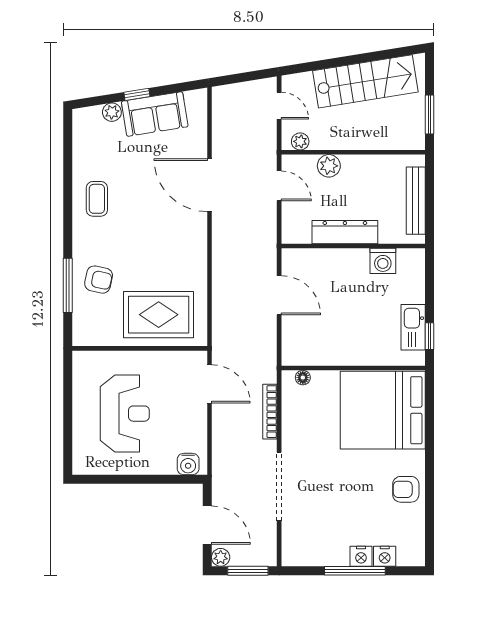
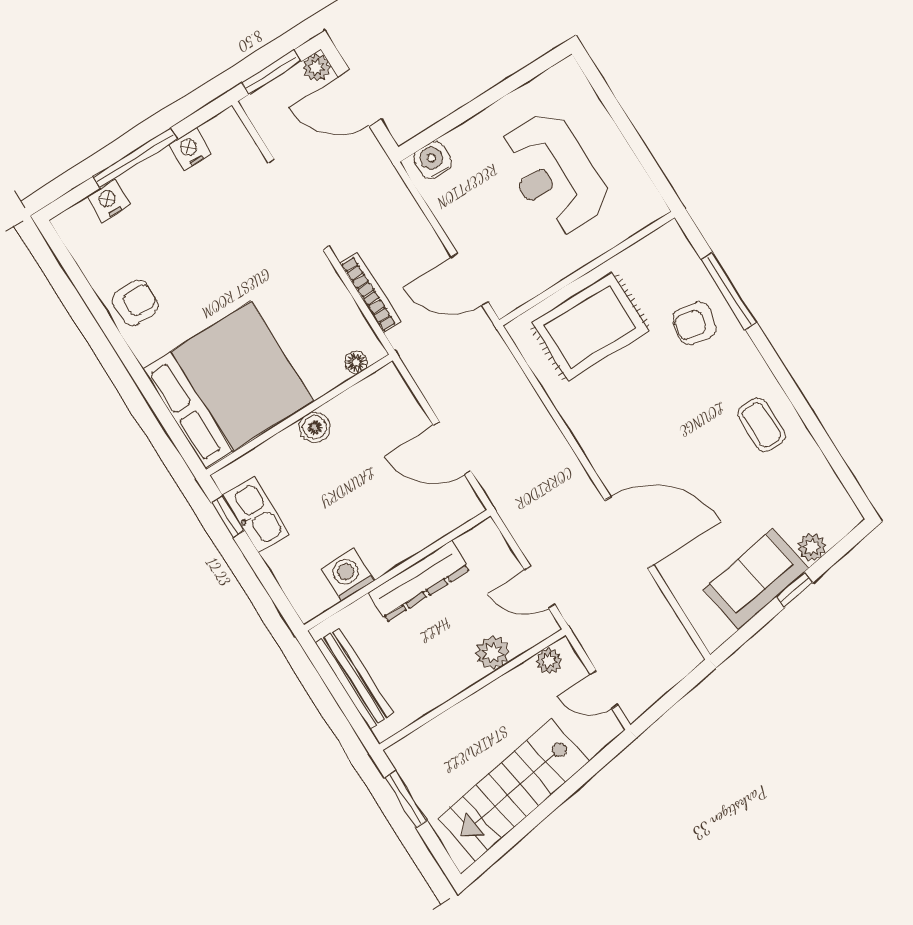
boiler: (349, 356) -> (315, 427), added
nightstand: (361, 556) -> (190, 149), moved

